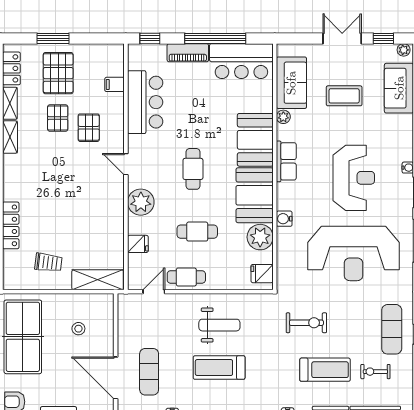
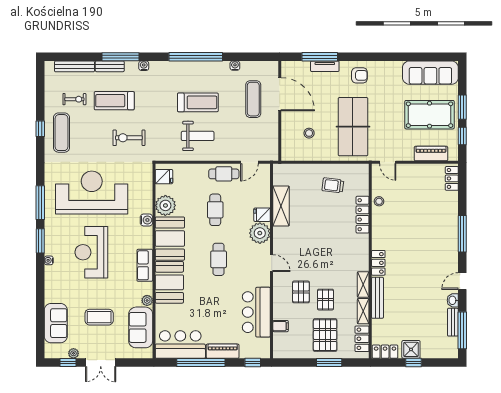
plant: (404, 50) -> (73, 353), moved
cafe table: (197, 232) -> (215, 210), turned 90
fridge: (138, 244) -> (262, 215), moved
shelving: (98, 280) -> (281, 206), moved, turned 90
weight bench: (219, 325) -> (198, 136), turned 180

